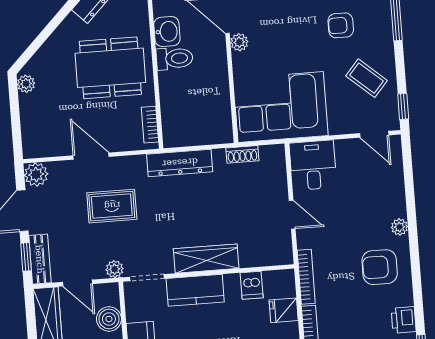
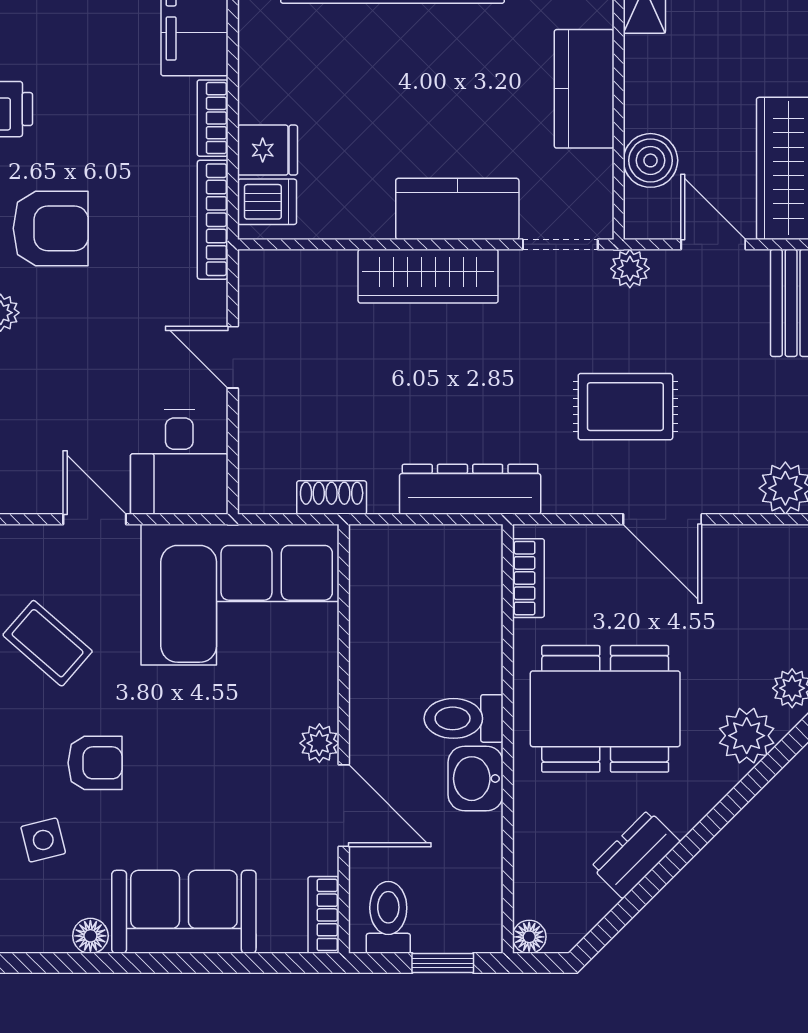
plant: (45, 61) -> (747, 736), added
door: (374, 134) -> (95, 519), moved
dishwasher: (252, 285) -> (267, 202), moved, turned 90

